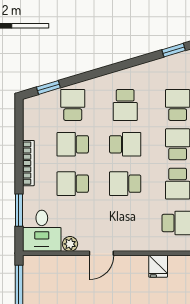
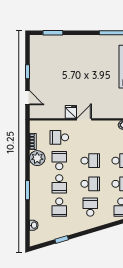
school desk: (125, 144) -> (90, 184), turned 180
door: (101, 253) -> (84, 119), moved

